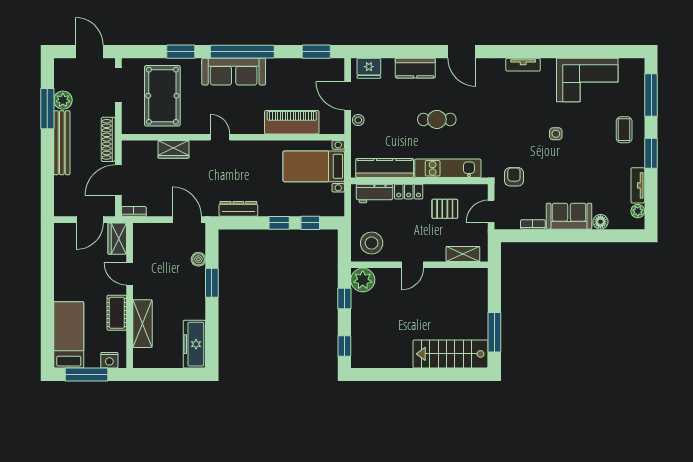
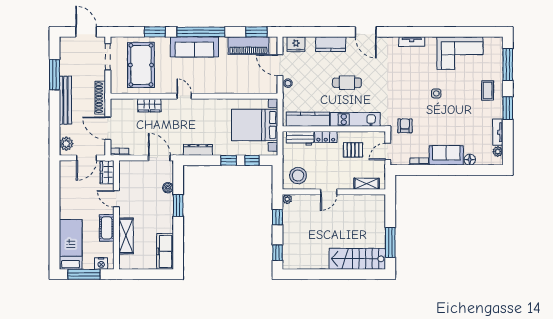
plant: (63, 100) -> (66, 144), moved
piano: (292, 122) -> (248, 46), moved, turned 180
bed with nightstands: (314, 166) -> (255, 125), width x1.36
door: (118, 180) -> (108, 128), hinge flipped
plant: (363, 280) -> (287, 199), width x0.53, depth x0.53

